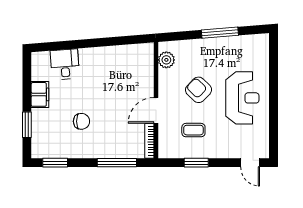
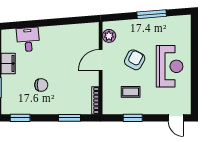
armchair: (199, 90) -> (135, 60), turned 74
door: (156, 110) -> (101, 60), moved
window: (117, 163) -> (70, 118), width x0.69

